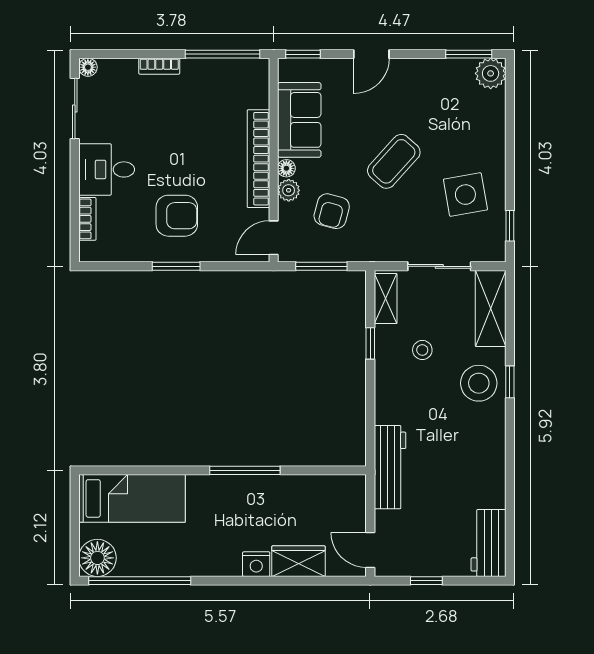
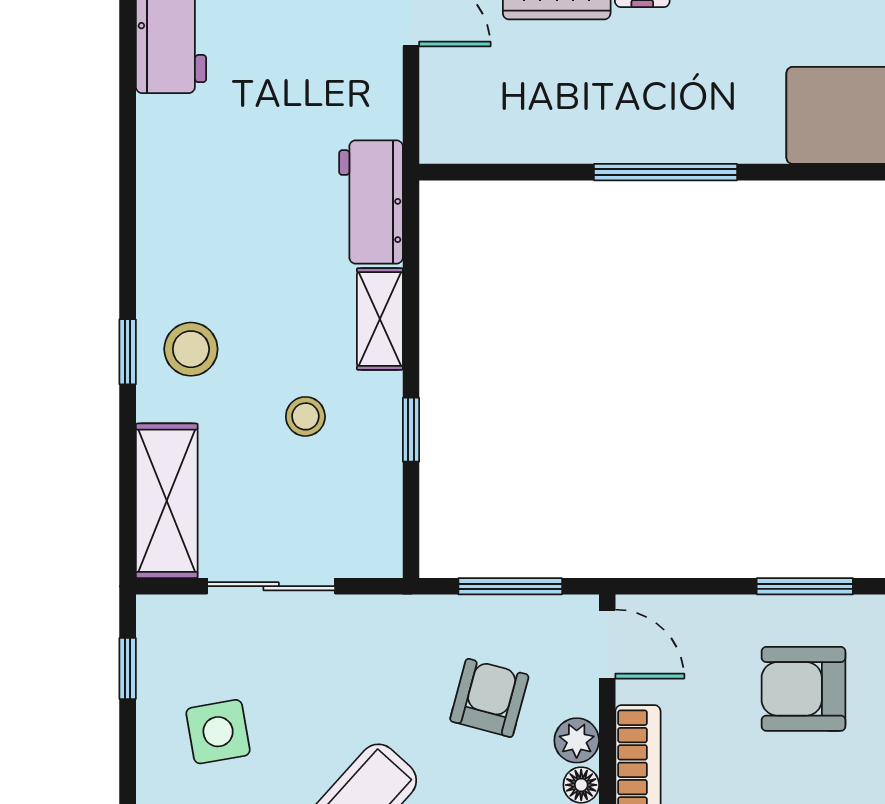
side table: (465, 195) -> (218, 732), width x0.73, depth x0.73
door: (274, 238) -> (607, 644), hinge flipped
shelving: (386, 299) -> (380, 319), moved
stool: (479, 383) -> (191, 349), width x0.73, depth x0.73
workbench: (390, 467) -> (371, 202), width x0.73

